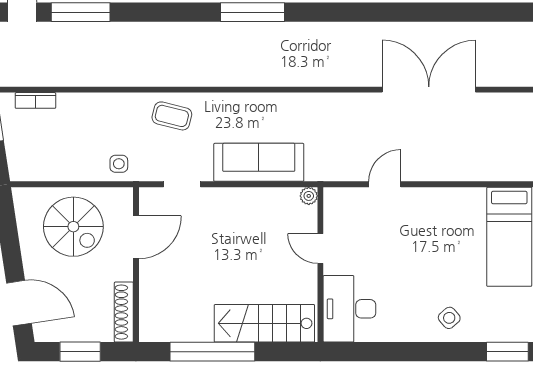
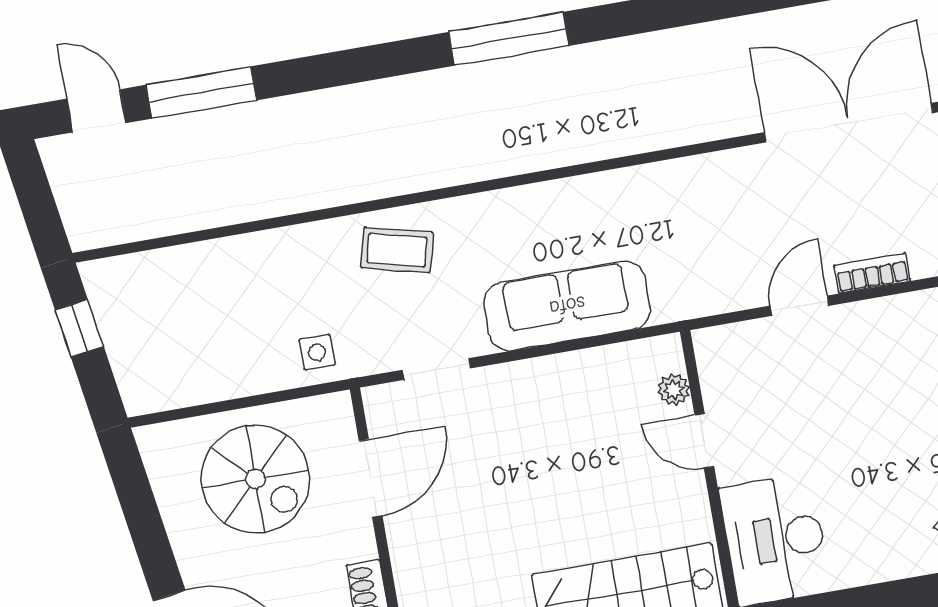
bookcase: (35, 100) -> (872, 273), moved, turned 180
plant: (309, 196) -> (674, 390), moved

